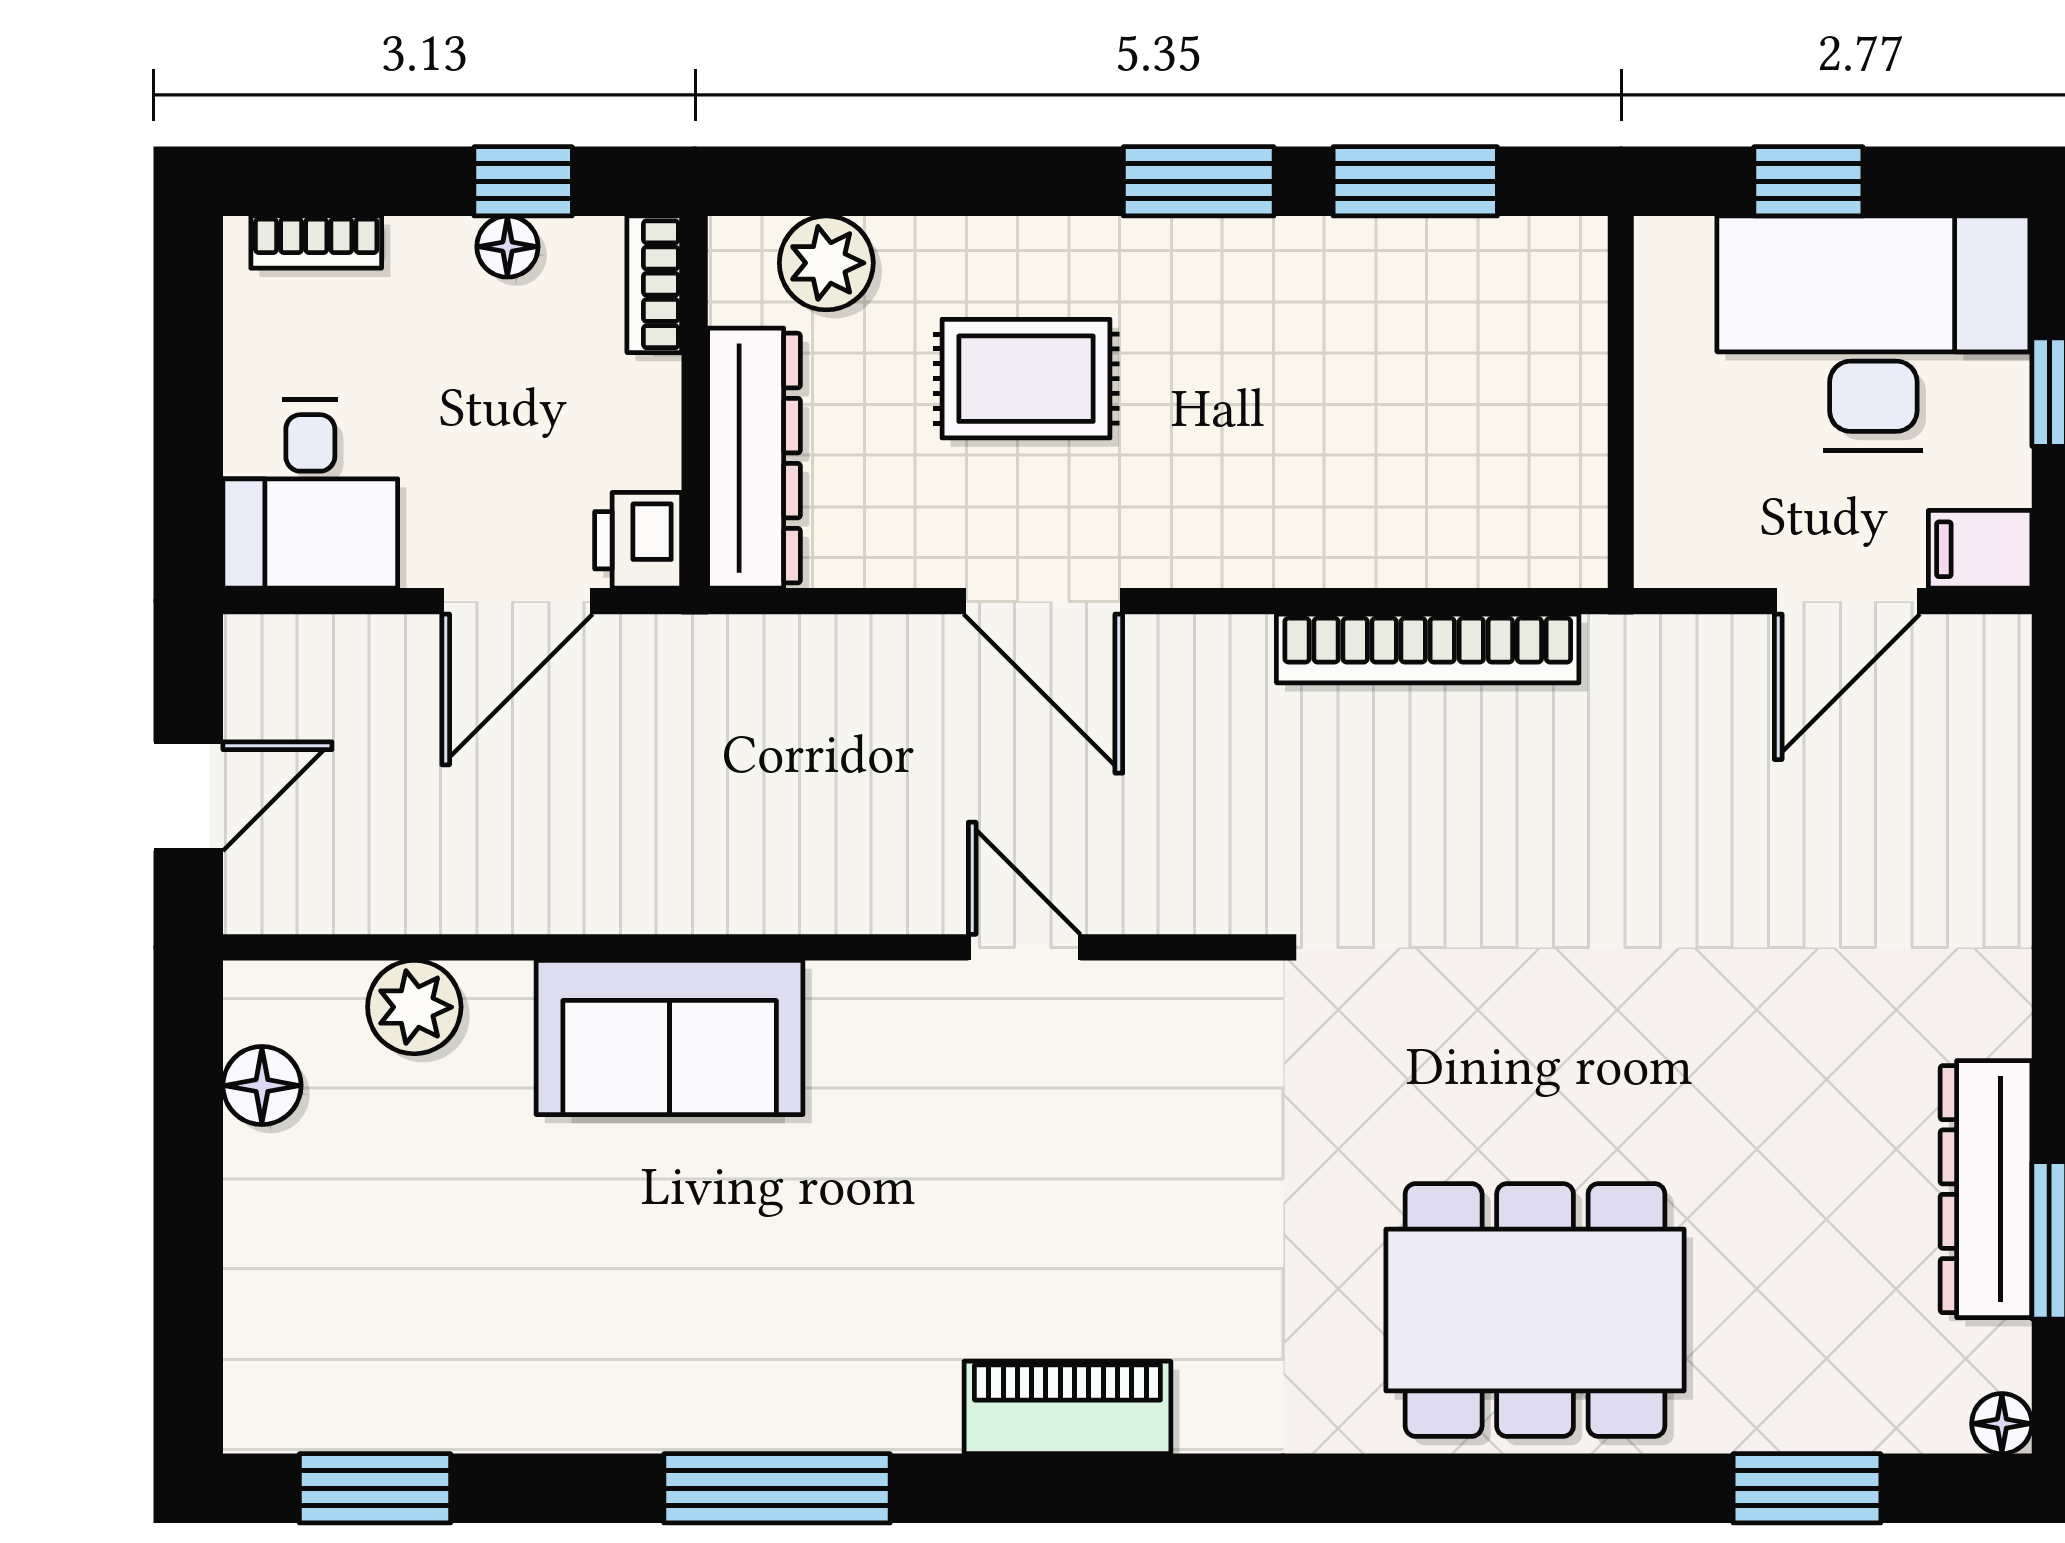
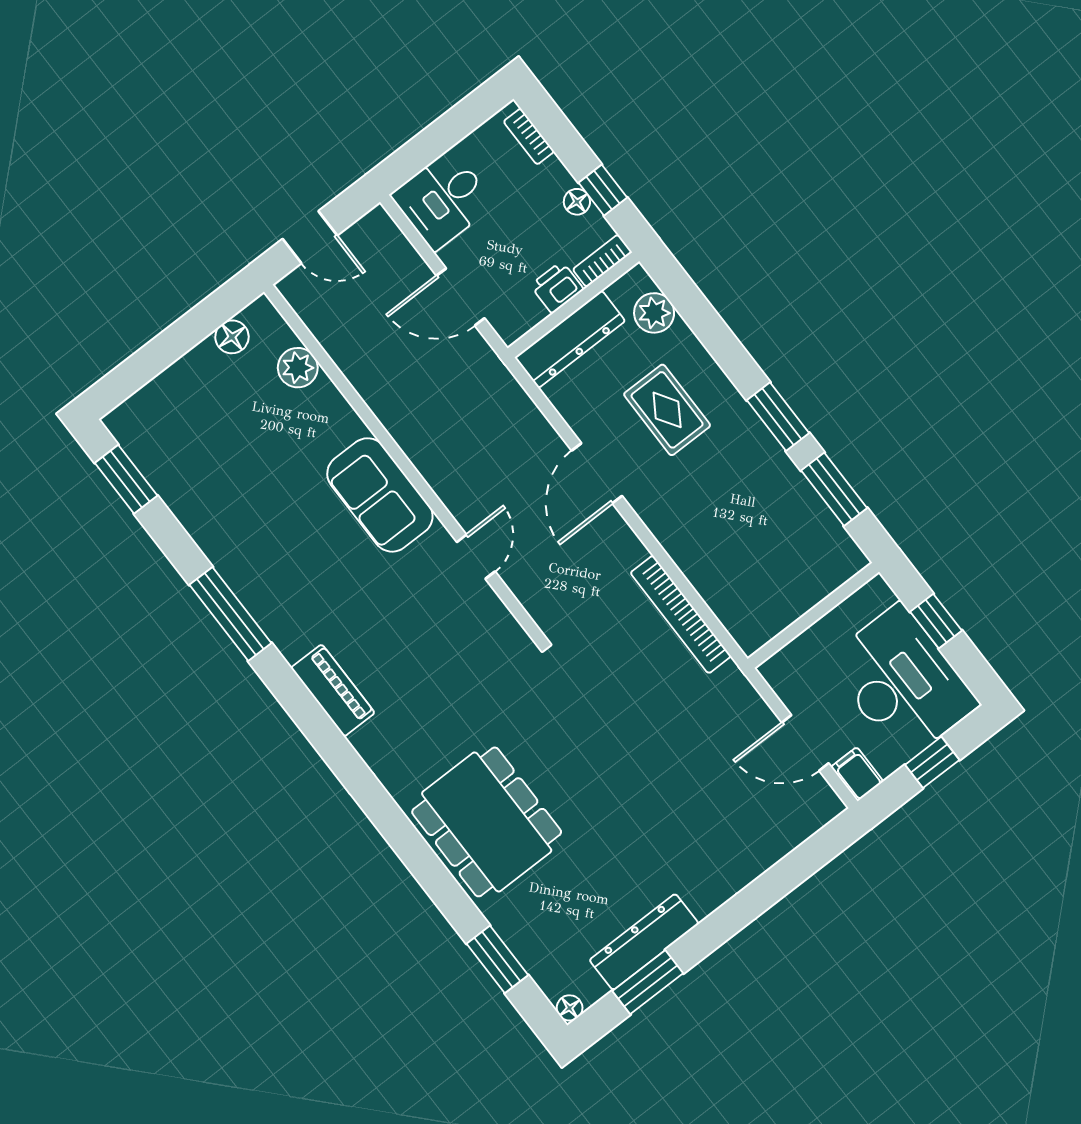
printer: (638, 540) -> (557, 287), moved
sofa: (670, 1037) -> (380, 495), moved

